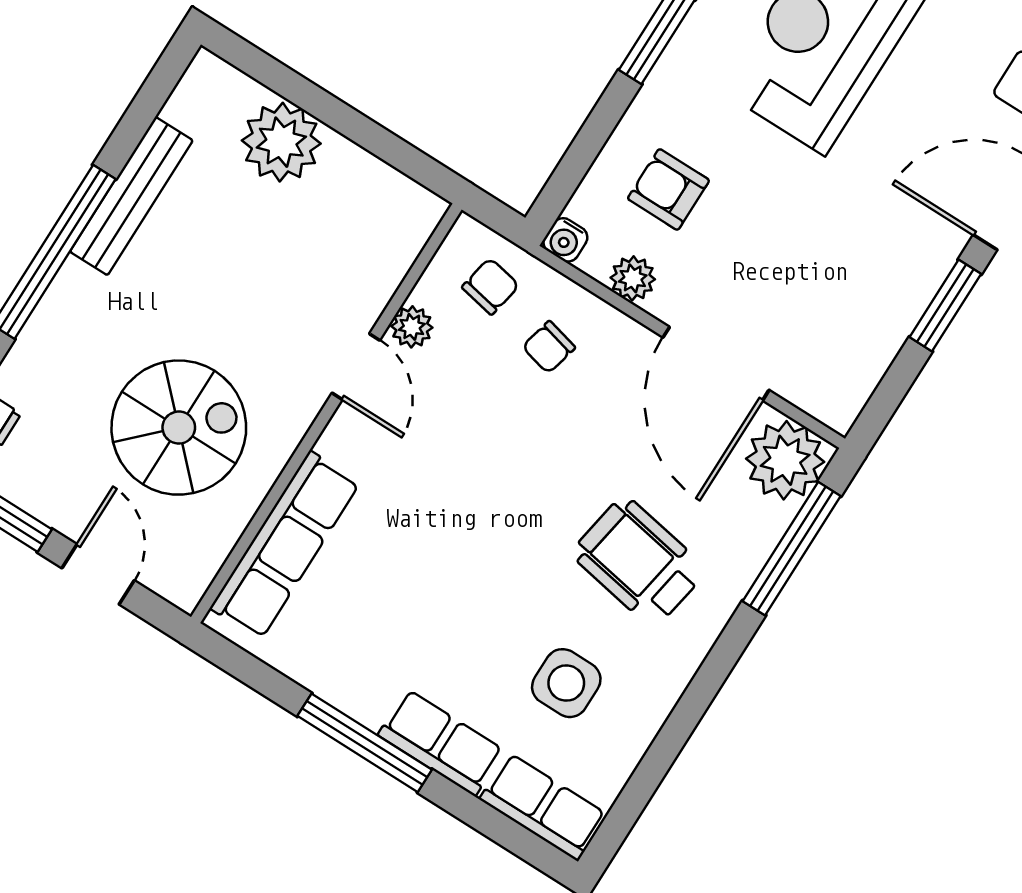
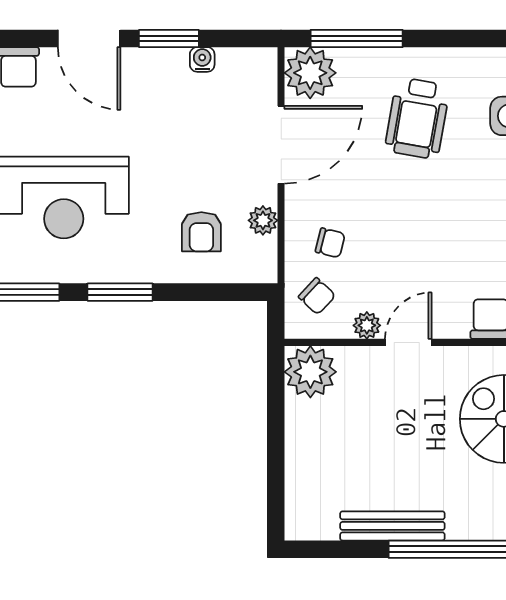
plant: (281, 142) -> (310, 372), moved
water cooler: (565, 240) -> (202, 59), moved, turned -90
chair: (491, 286) -> (317, 296), turned -148

